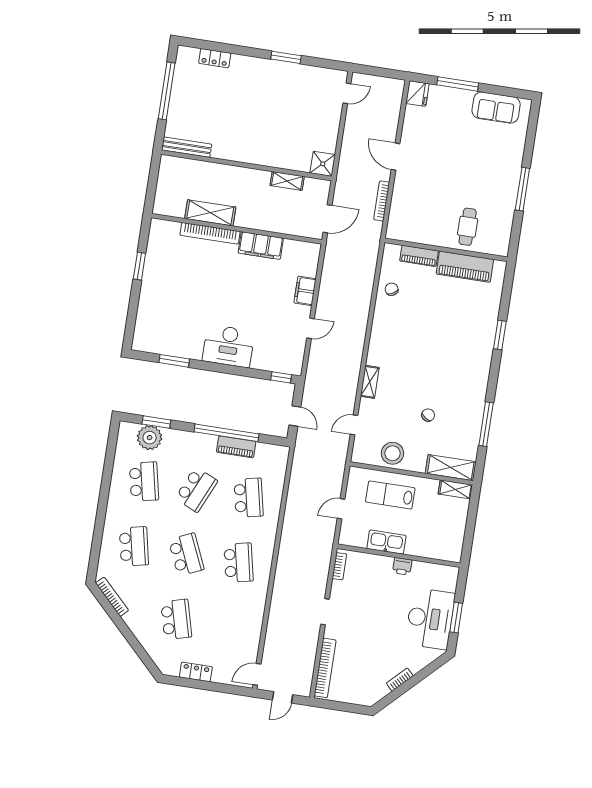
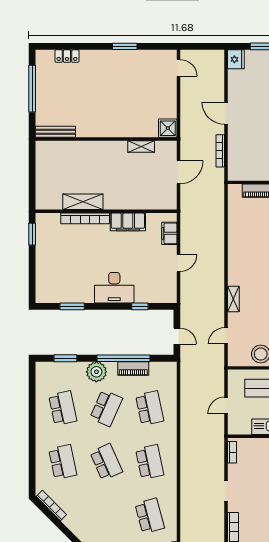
door: (347, 93) -> (179, 68), hinge flipped
shelving: (210, 213) -> (83, 202), moved
wall: (237, 229) -> (106, 211), moved
bookcase: (210, 233) -> (85, 218), moved
filing cabinet: (261, 246) -> (128, 222), moved
chair: (392, 289) -> (239, 221), removed
window: (281, 377) -> (140, 306), moved
plant: (150, 438) -> (96, 372), moved
school desk: (176, 619) -> (150, 516), moved

